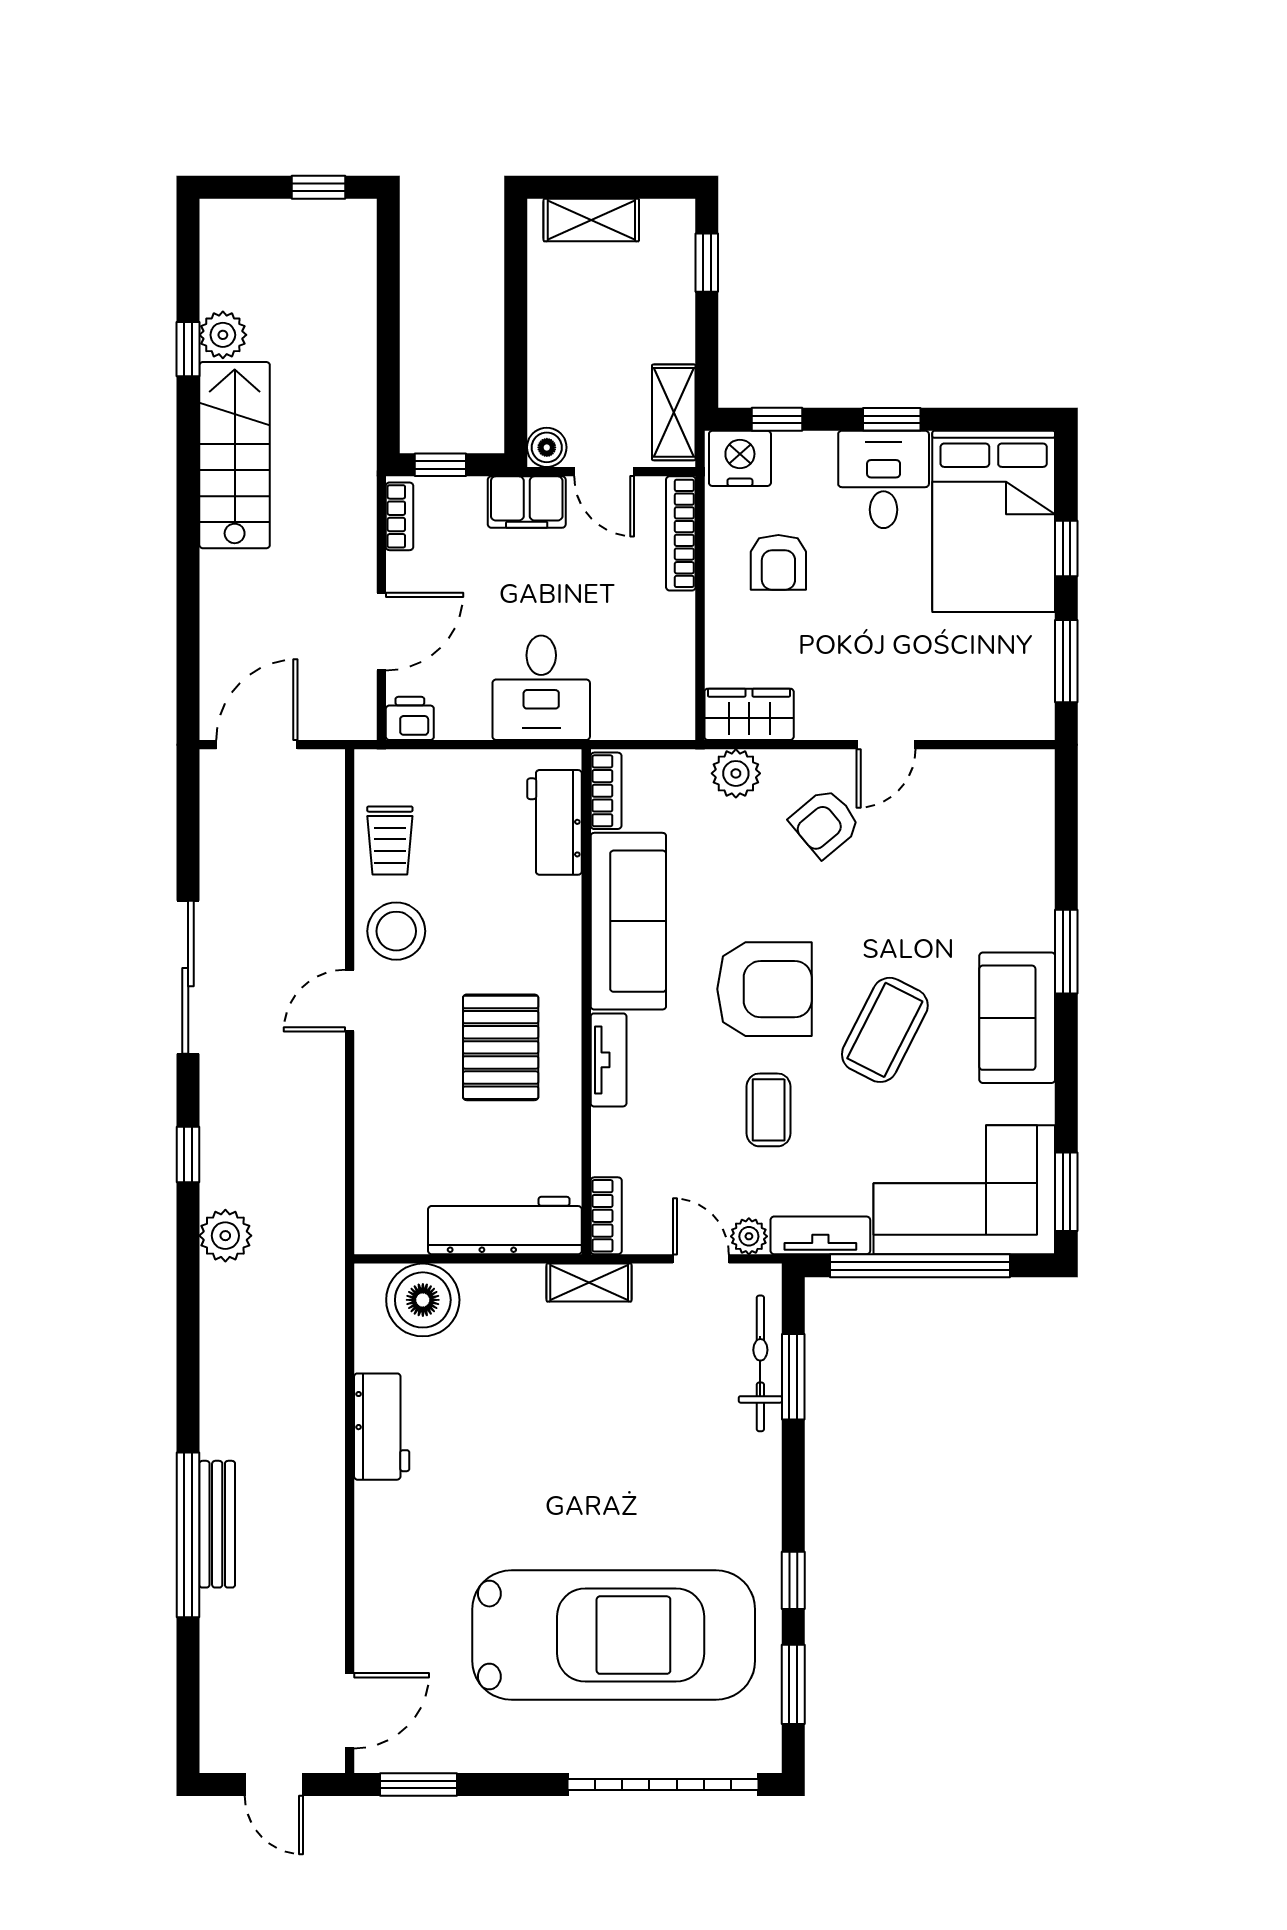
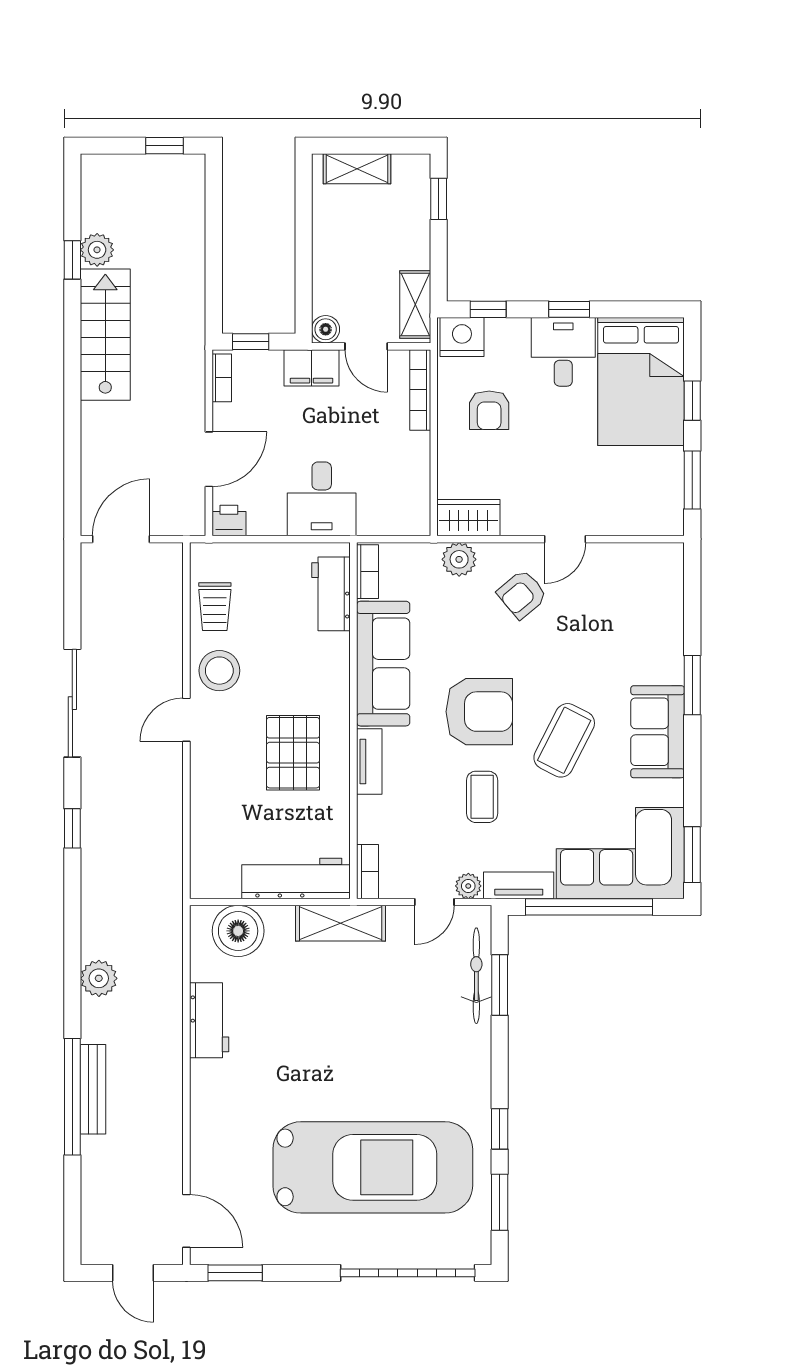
plant: (225, 1236) -> (99, 978), moved
door: (701, 1259) -> (434, 902), swing flipped
shelving: (589, 1283) -> (341, 923), width x1.50, depth x1.33
door: (350, 1711) -> (186, 1221), hinge flipped

